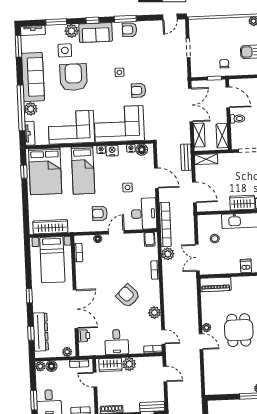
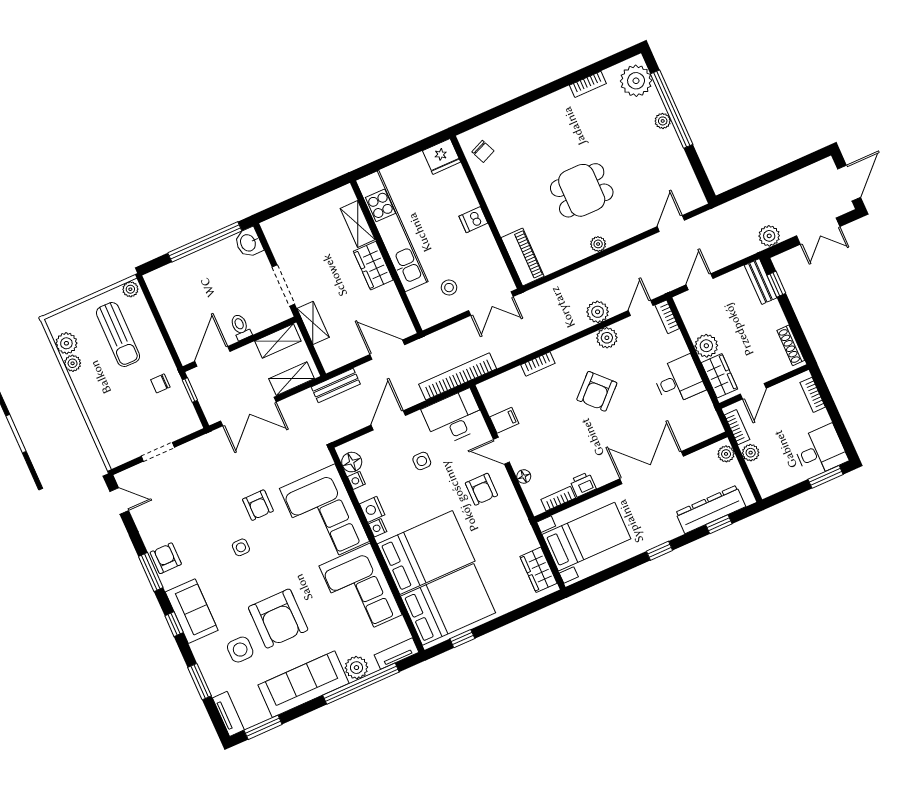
armchair: (129, 30) -> (166, 558), turned 180
plant: (72, 31) -> (205, 651), removed
armchair: (73, 77) -> (278, 619), turned -90
double door: (191, 105) -> (248, 411), swing flipped
shelving: (206, 159) -> (313, 323), moved
bed: (83, 170) -> (426, 552), width x1.50
door: (194, 192) -> (387, 350), hinge flipped
wardrobe: (50, 227) -> (538, 570), width x0.67
filing cabinet: (150, 239) -> (504, 420), moved
plant: (168, 254) -> (598, 312), moved
printer: (84, 336) -> (583, 484), moved
door: (201, 342) -> (671, 223), moved
plant: (40, 366) -> (751, 453), moved
floor lamp: (51, 366) -> (759, 470), removed

